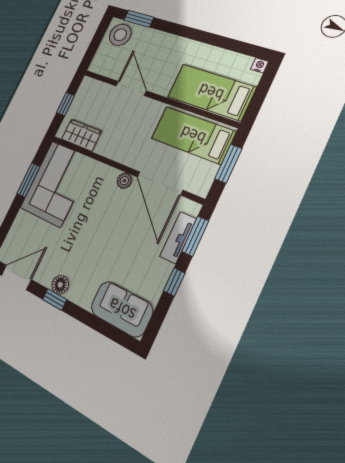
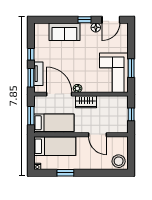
window: (139, 19) -> (65, 173), moved
wardrobe: (81, 135) -> (86, 102), moved
floor lamp: (60, 285) -> (96, 27), moved
sofa: (122, 309) -> (64, 32), moved

